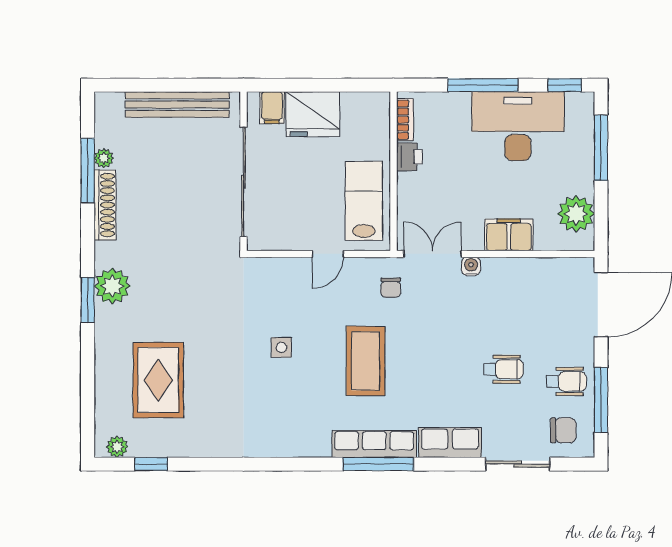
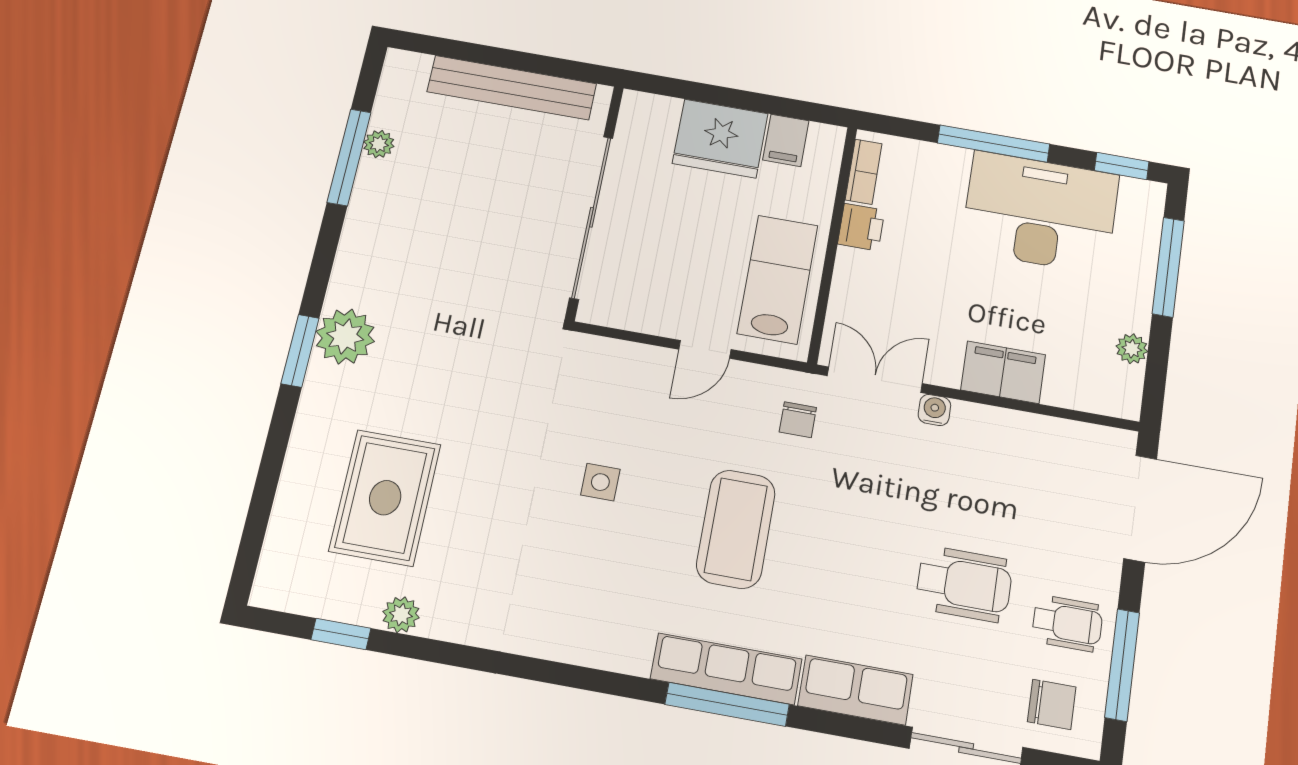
filing cabinet: (272, 108) -> (786, 140), moved
shoe rack: (105, 205) -> (364, 212), removed
plant: (576, 214) -> (1132, 349), width x0.53, depth x0.53
wheelchair: (503, 369) -> (964, 584), width x1.36, depth x1.37
plant: (117, 447) -> (401, 615), moved

